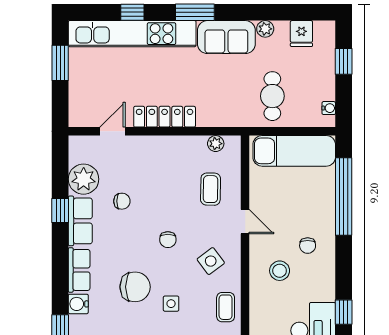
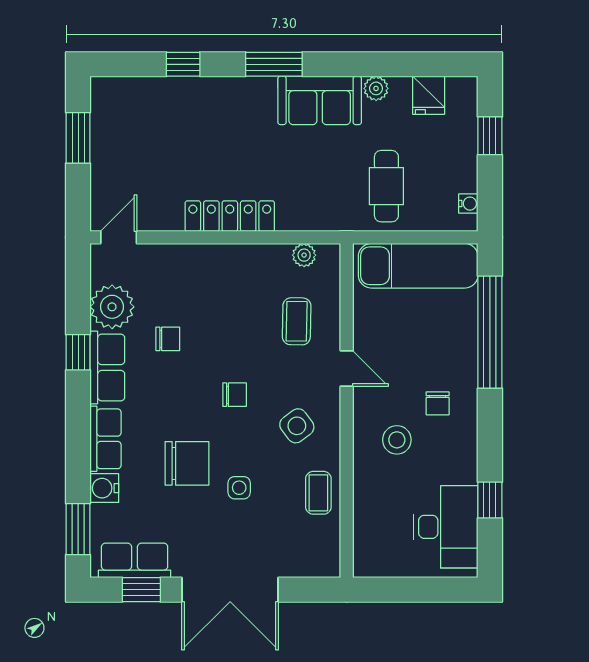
kitchen unit: (132, 34) -> (183, 95), removed
door: (112, 131) -> (119, 237), moved
chair: (168, 240) -> (235, 395), turned -90

